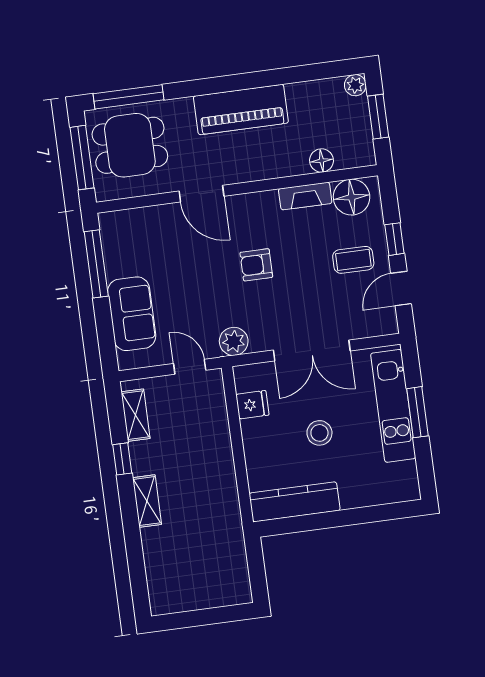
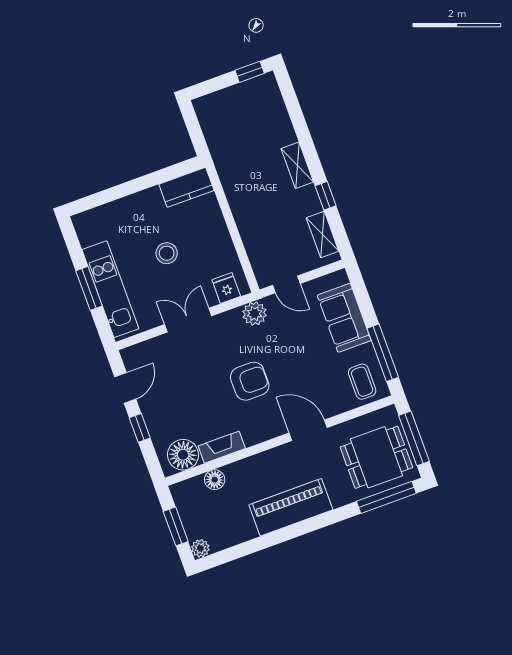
coffee table: (353, 260) -> (362, 382), moved, turned 90
armchair: (256, 265) -> (250, 381), width x1.38, depth x1.38
double door: (312, 351) -> (188, 320), width x0.73
fridge: (252, 405) -> (226, 288), moved, turned 90
kitchen counter: (295, 502) -> (186, 187), width x0.67
window: (178, 620) -> (250, 72), added

